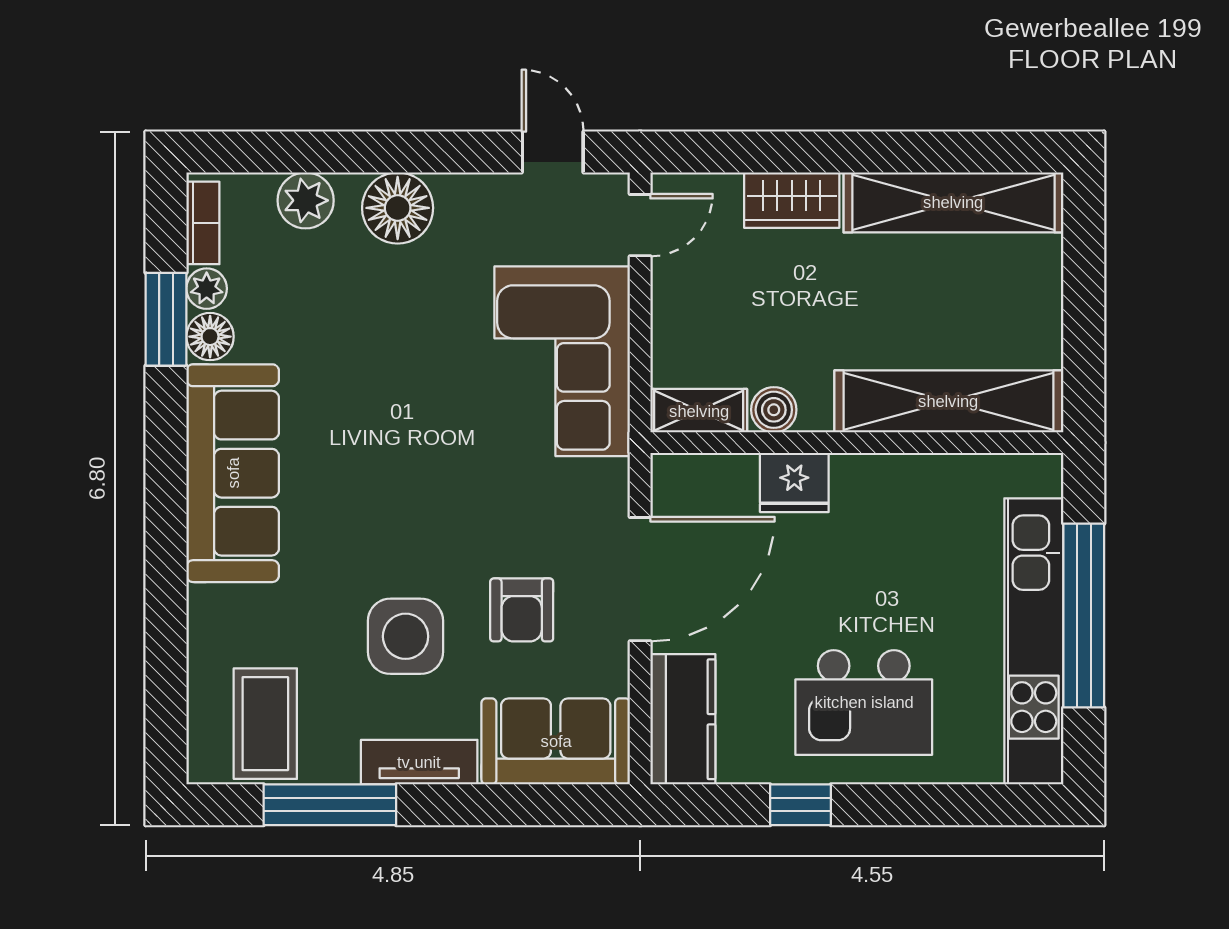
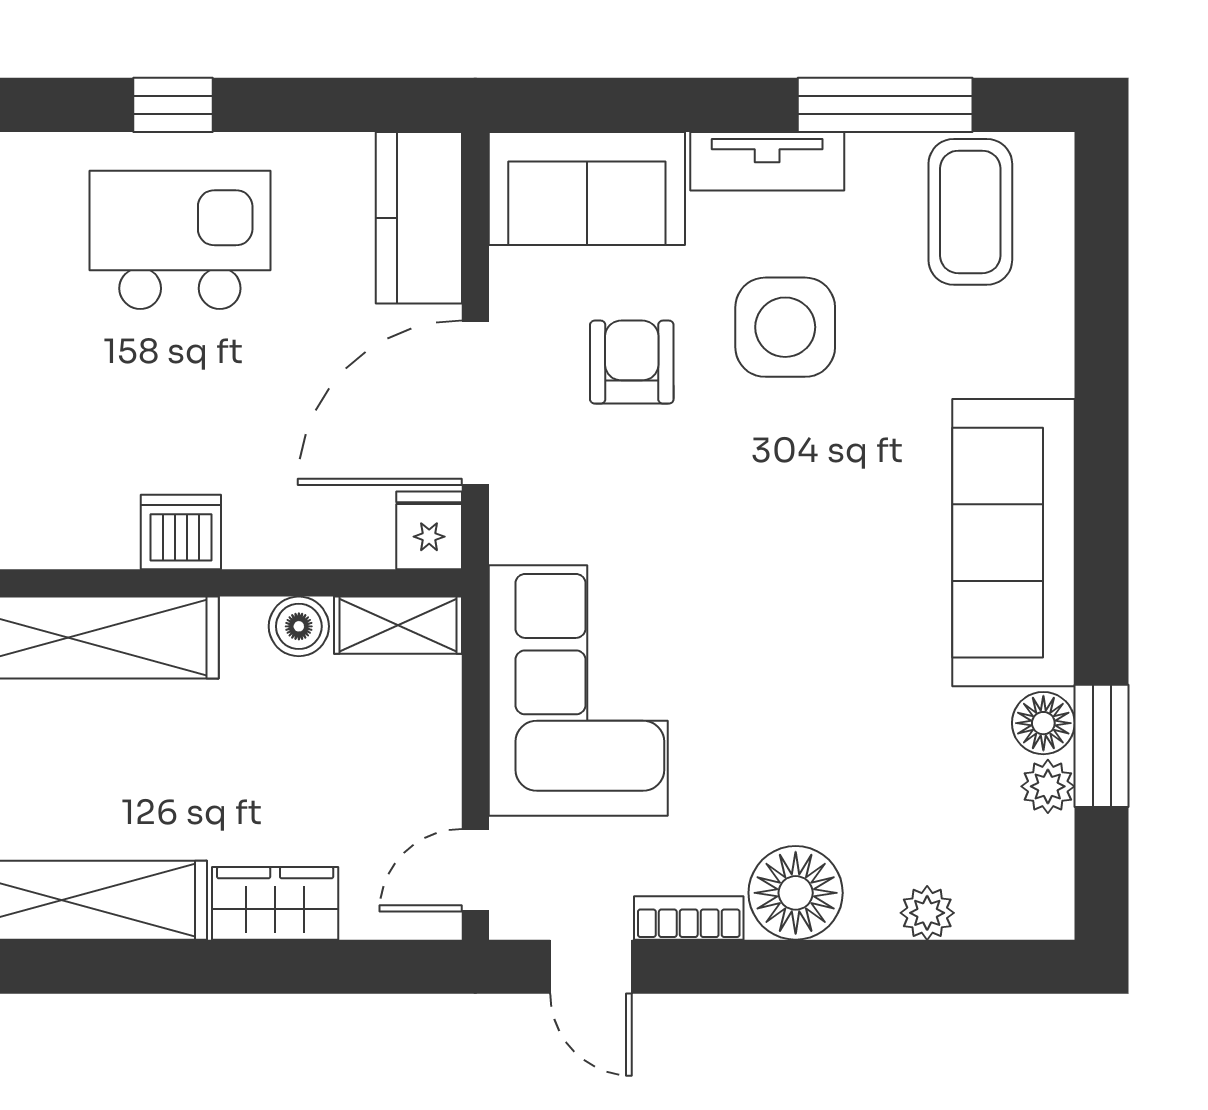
plant: (306, 200) -> (927, 913), width x0.73, depth x0.73
bookcase: (203, 223) -> (689, 918), moved, turned 90
dishwasher: (863, 481) -> (181, 532), added
fridge: (794, 482) -> (429, 530), moved, width x0.72
window: (800, 805) -> (173, 105), moved

